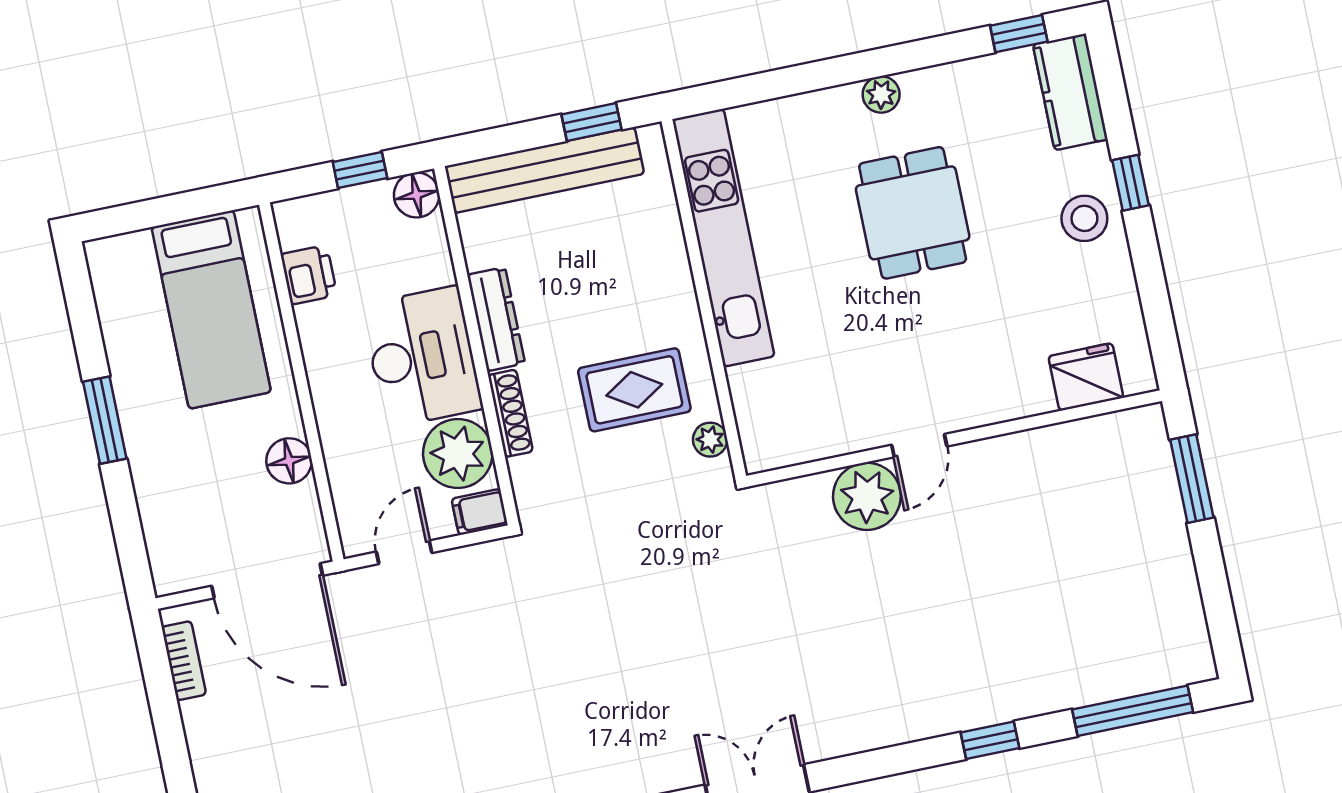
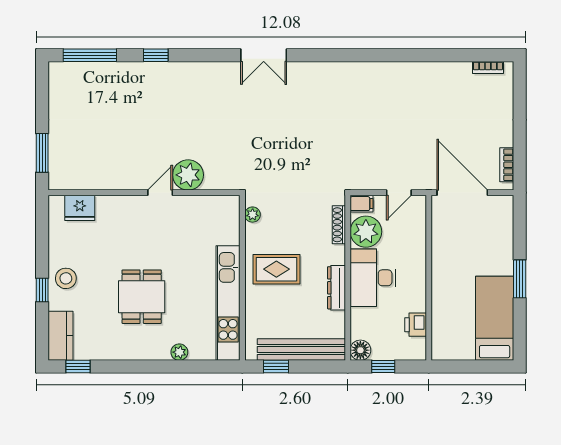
plant: (881, 94) -> (179, 352), moved
bed: (211, 310) -> (495, 318), moved
rug: (634, 390) -> (276, 269), moved
shoe rack: (510, 413) -> (339, 225), moved
floor lamp: (289, 461) -> (442, 244), removed

